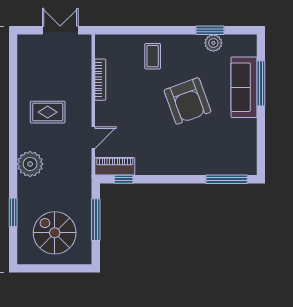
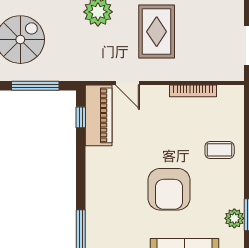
armchair: (188, 101) -> (169, 189), turned -70
rug: (48, 112) -> (157, 32), width x1.36, depth x1.43
piano: (115, 166) -> (99, 115), width x1.37, depth x1.33

